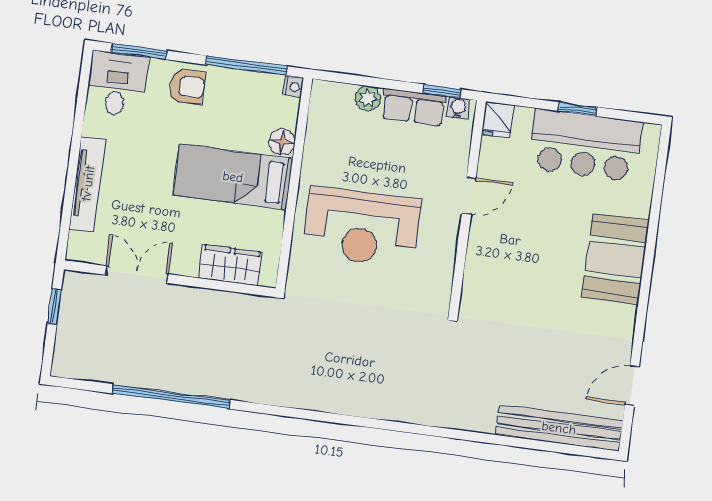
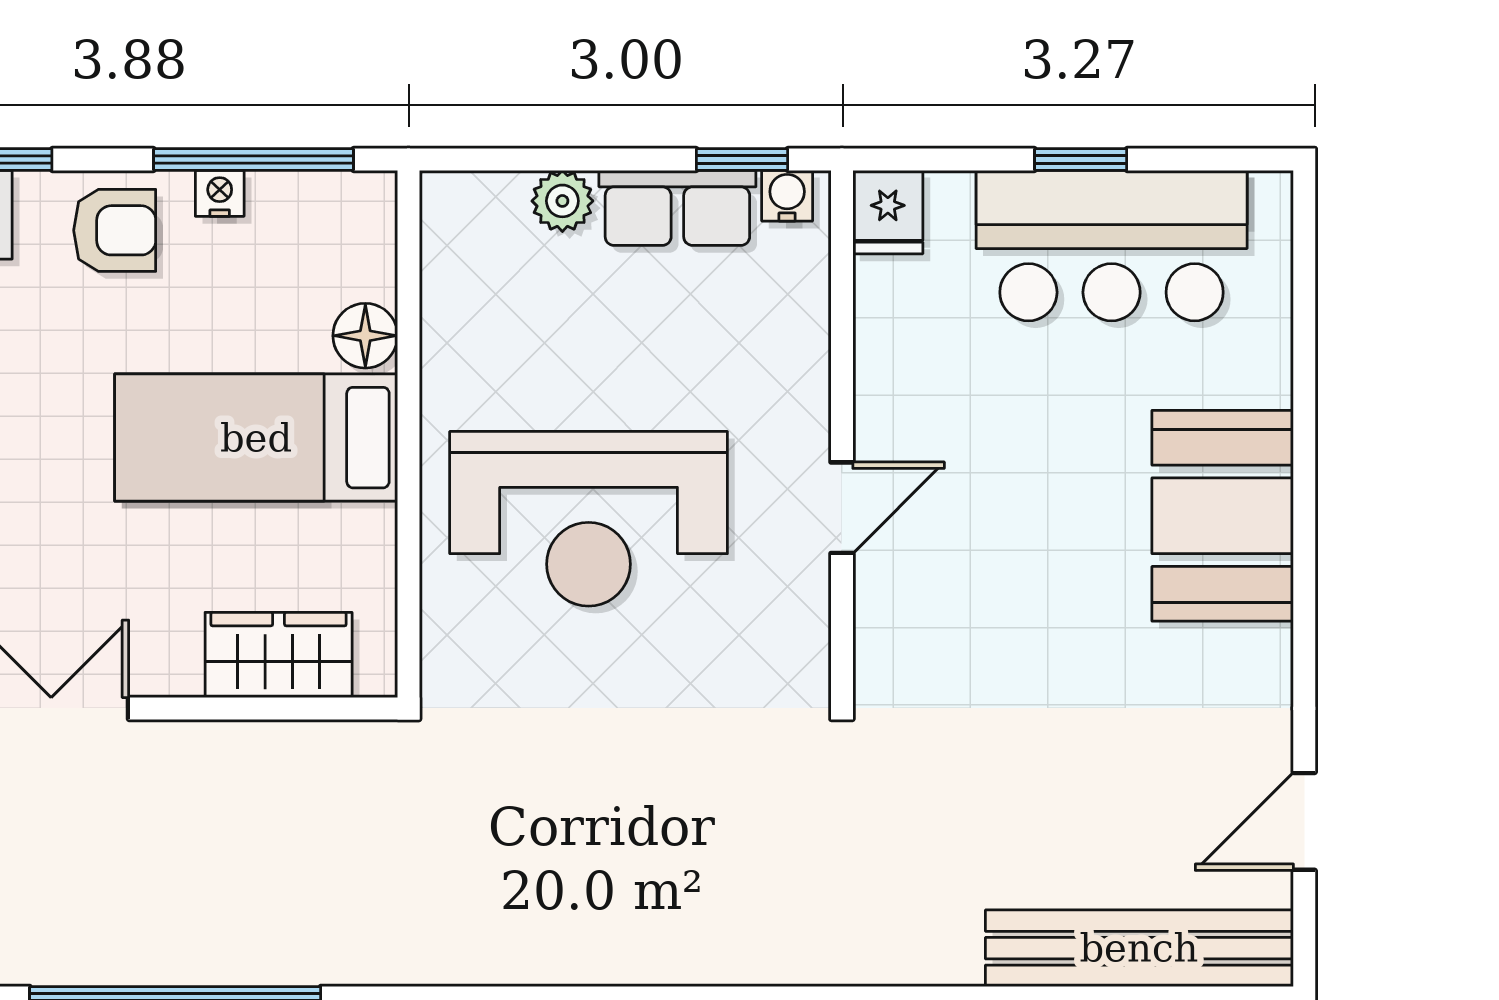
nightstand: (293, 87) -> (220, 193), moved, turned -90
door: (469, 196) -> (842, 508), moved

